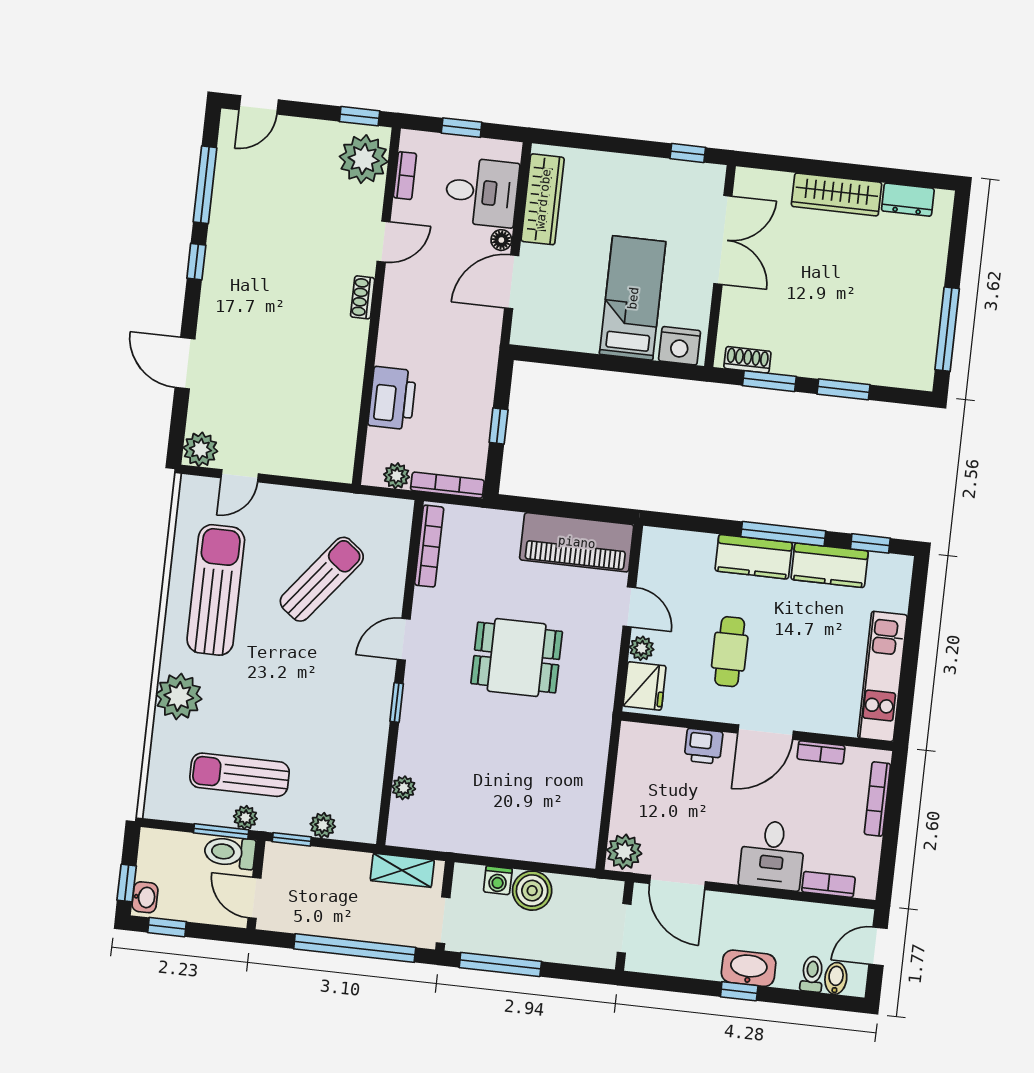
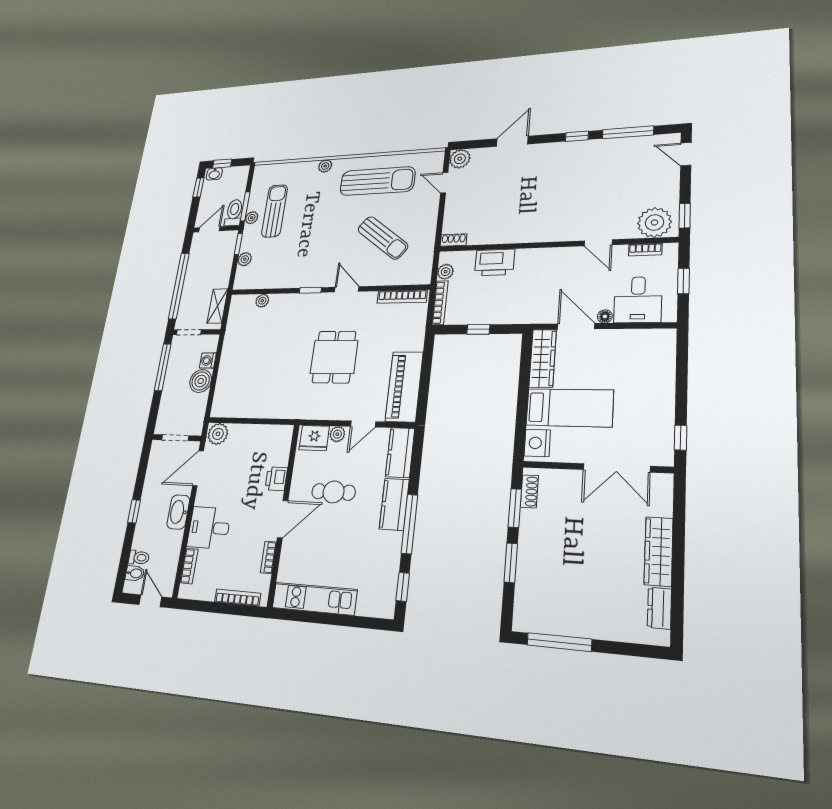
wardrobe: (543, 199) -> (543, 358), moved, turned -90
shoe rack: (363, 297) -> (454, 240), moved
kitchen counter: (830, 565) -> (400, 452), moved
plant: (179, 696) -> (325, 166), width x0.53, depth x0.53
door: (766, 732) -> (283, 519), swing flipped
washbasin: (749, 968) -> (178, 512), moved, turned 180

